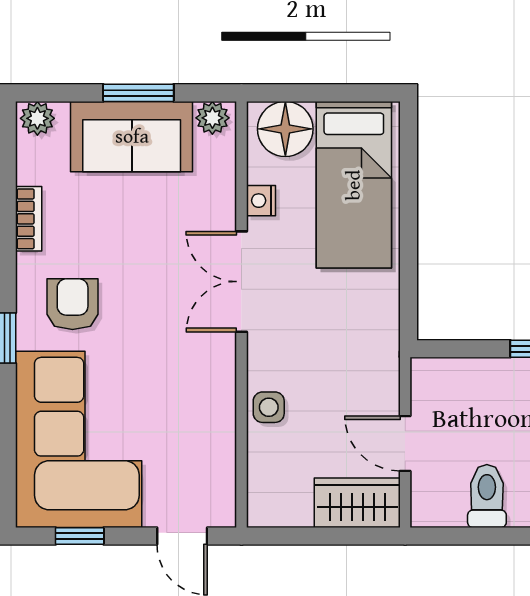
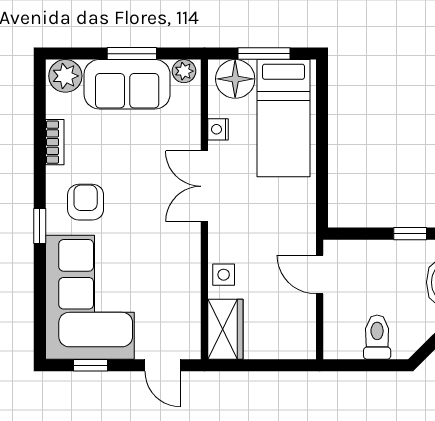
window: (326, 93) -> (264, 54), added
plant: (37, 118) -> (65, 76), width x1.38, depth x1.38
door: (405, 444) -> (320, 275), moved
wardrobe: (357, 503) -> (225, 329), moved, turned 90

